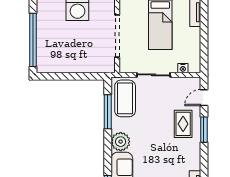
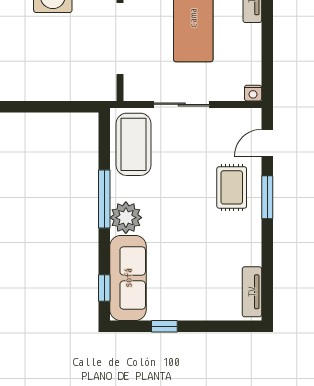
nightstand: (183, 68) -> (253, 93), moved
window: (108, 112) -> (104, 199), moved

